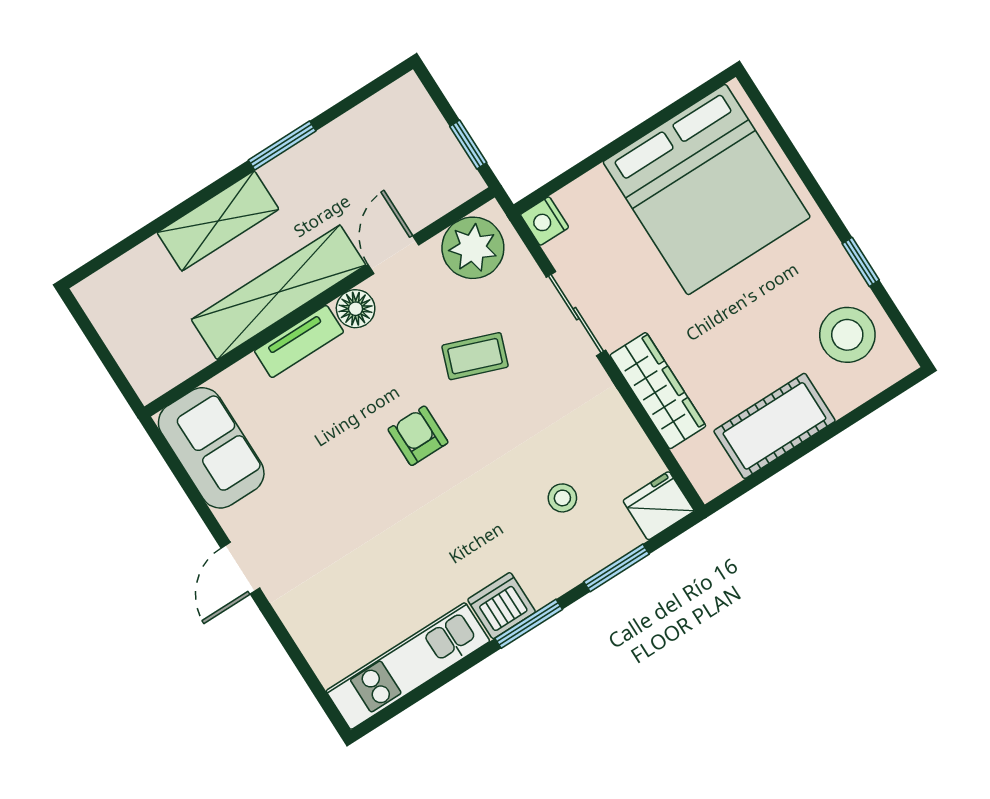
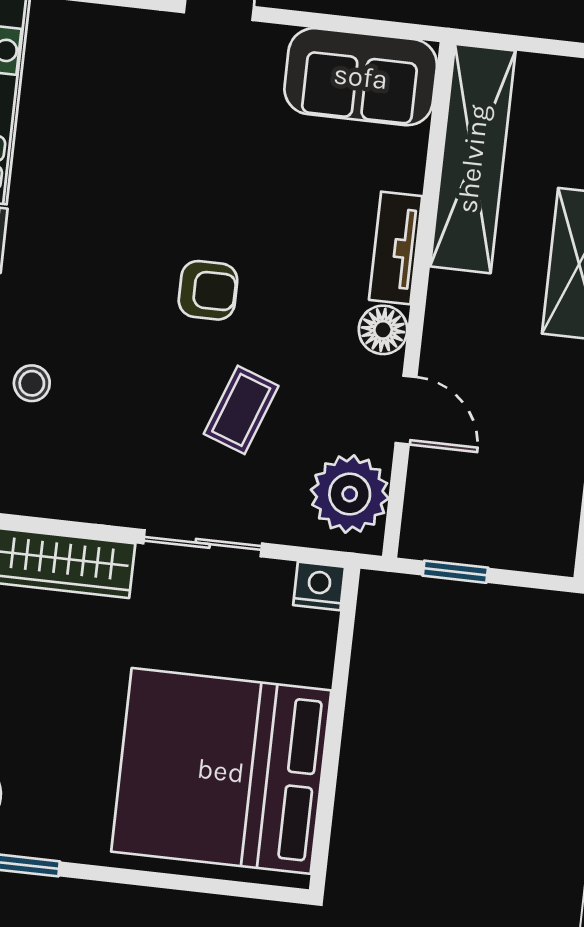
shelving: (279, 292) -> (473, 159), moved

